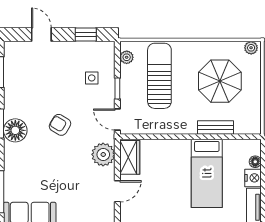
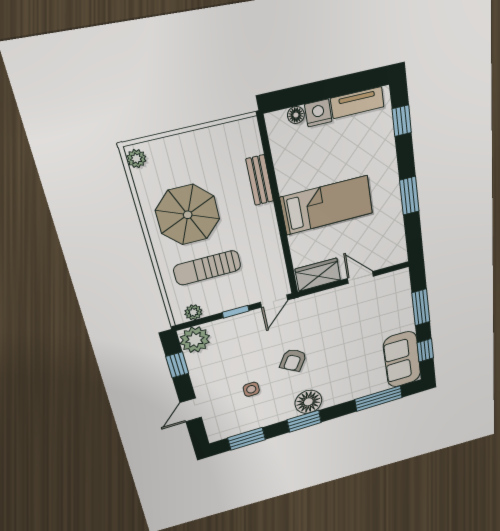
sun lounger: (159, 76) -> (207, 268), width x0.73, depth x0.75
side table: (92, 78) -> (251, 389), moved
parasol: (220, 81) -> (188, 215), moved
plant: (103, 154) -> (195, 340), moved
bed: (207, 173) -> (327, 205), moved

